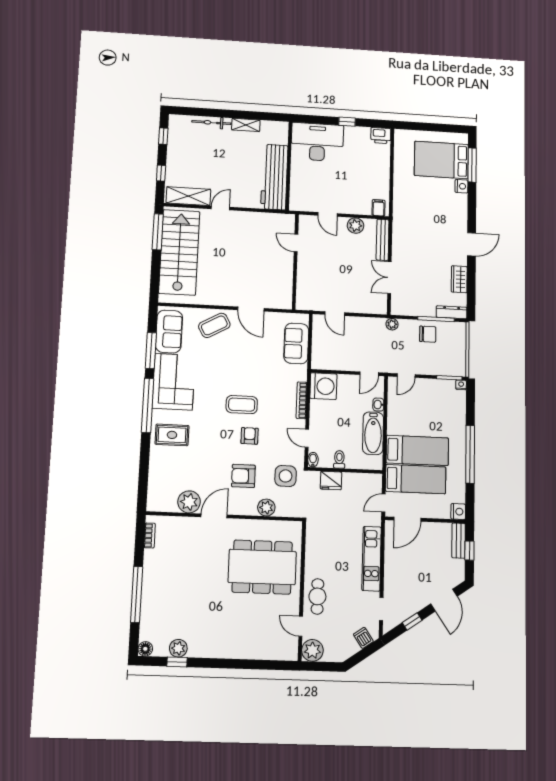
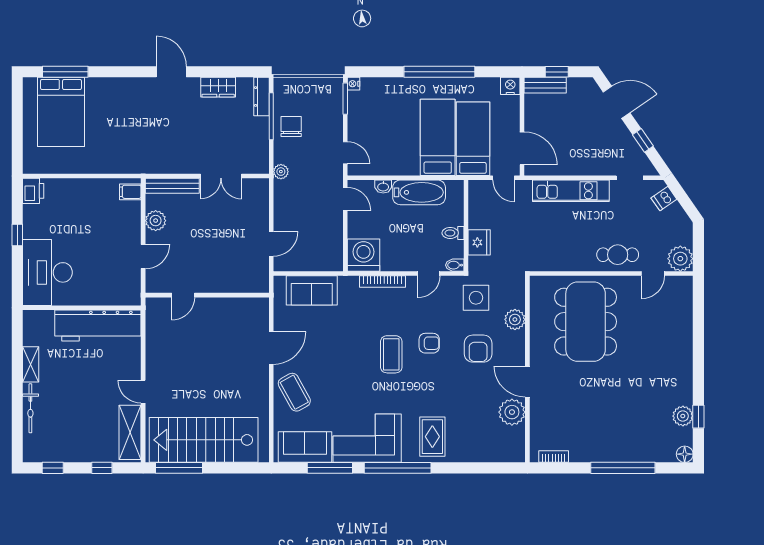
nightstand: (461, 186) -> (95, 85), removed
armchair: (250, 436) -> (429, 343), turned 180

